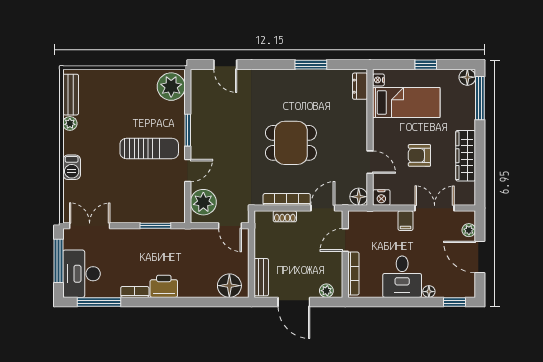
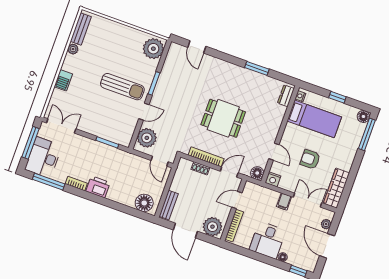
wardrobe: (466, 156) -> (336, 188), moved
plant: (326, 291) -> (212, 227), width x1.87, depth x1.87

